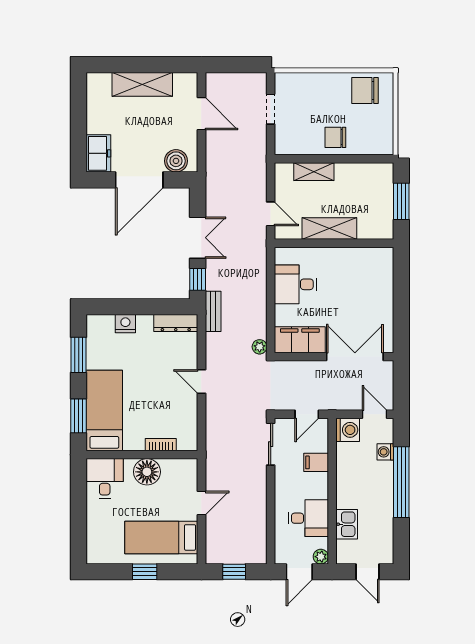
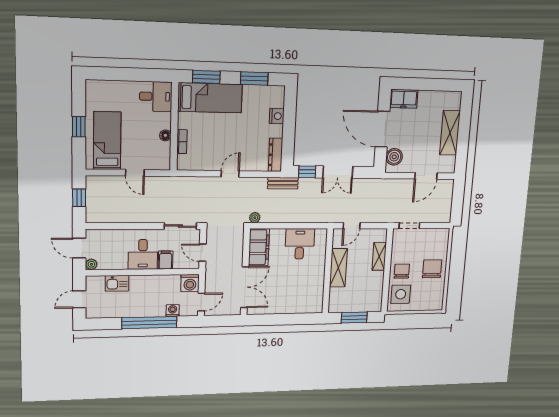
chair: (365, 91) -> (432, 269), moved
doorway: (271, 109) -> (409, 226), moved
side table: (369, 136) -> (401, 294), added
floor lamp: (147, 472) -> (165, 135), width x0.53, depth x0.53
desk: (308, 518) -> (143, 254), moved

